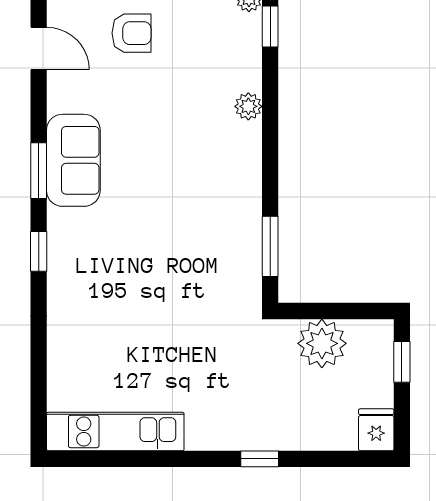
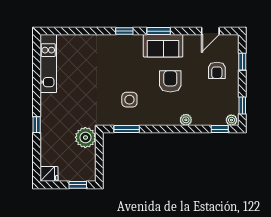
armchair: (157, 143) -> (170, 81), added
side table: (201, 240) -> (129, 100), added
plant: (322, 343) -> (85, 137), moved

